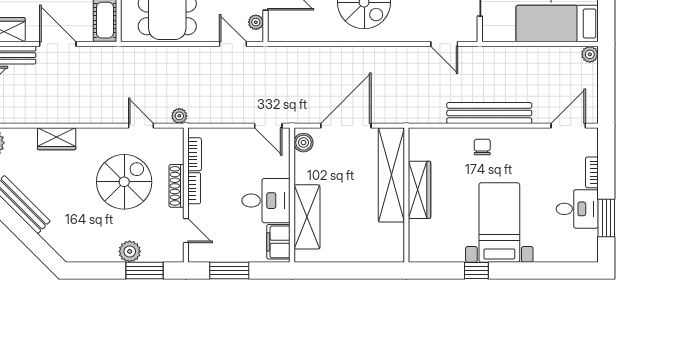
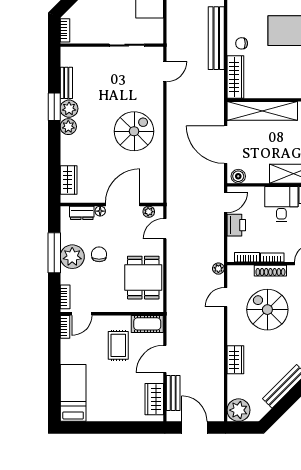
printer: (238, 140) -> (236, 225), added
wardrobe: (419, 190) -> (235, 77), moved, turned 90

